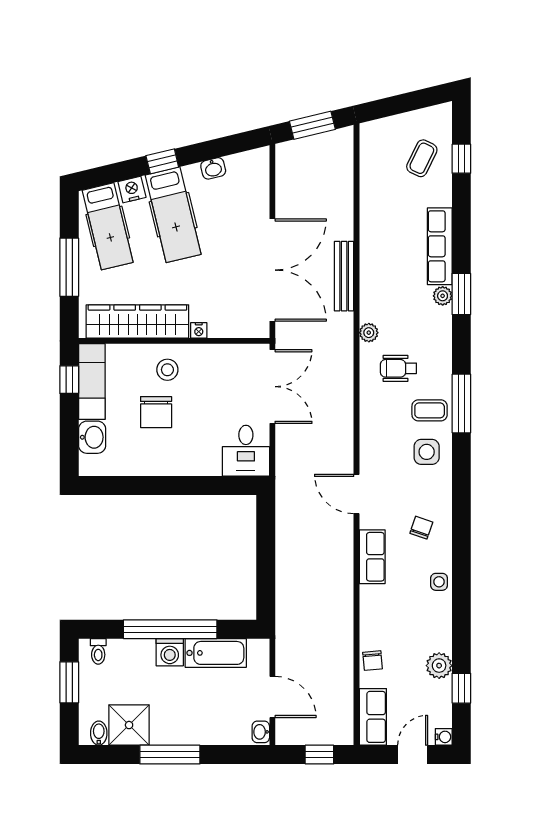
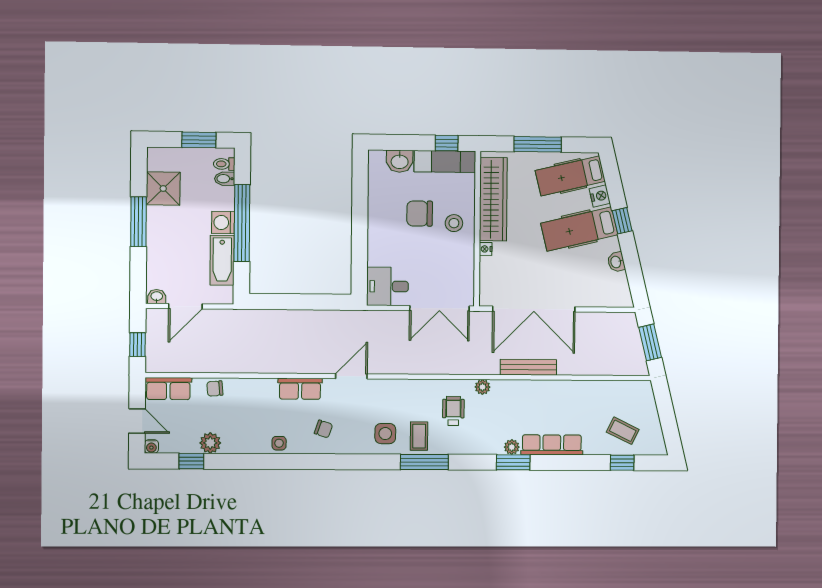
bidet: (99, 733) -> (225, 179), moved, turned 180

